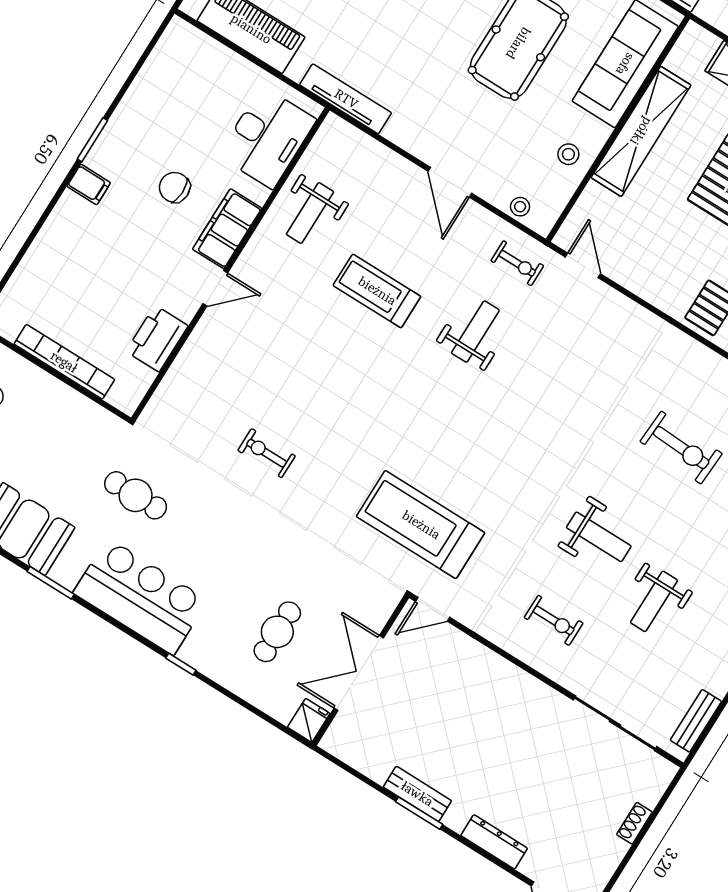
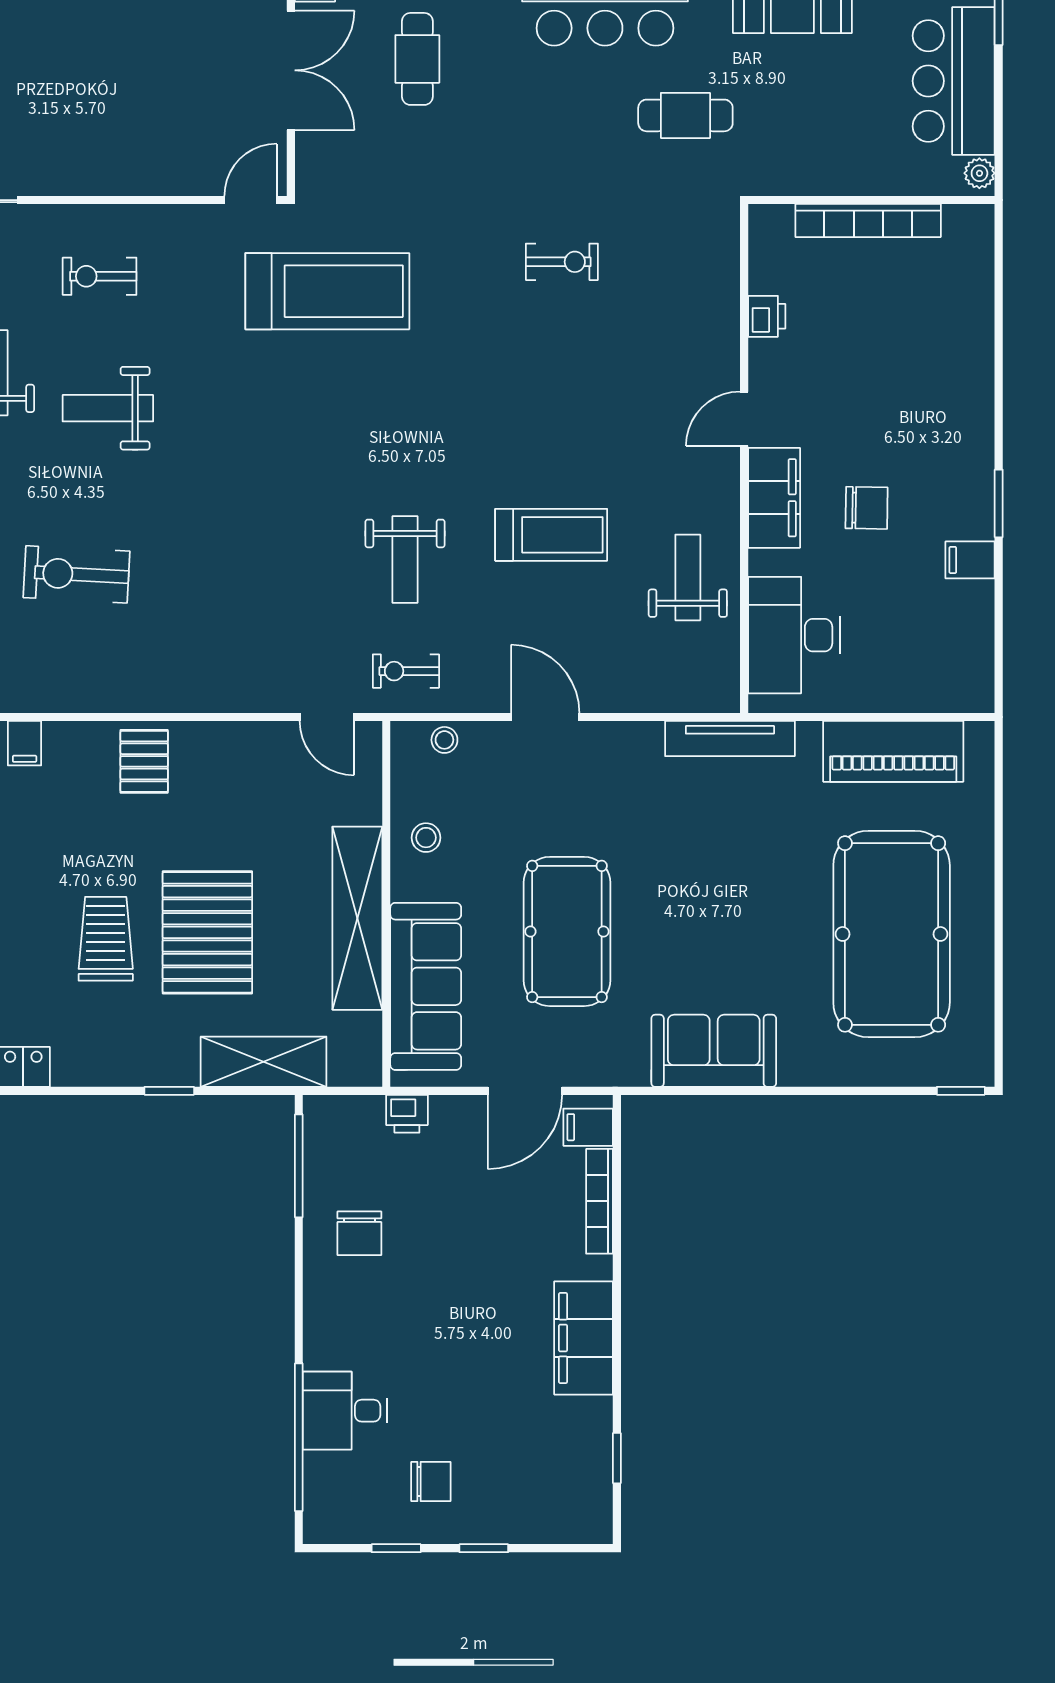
filing cabinet: (89, 185) -> (970, 560), moved
printer: (157, 339) -> (767, 316), width x0.53, depth x0.68

